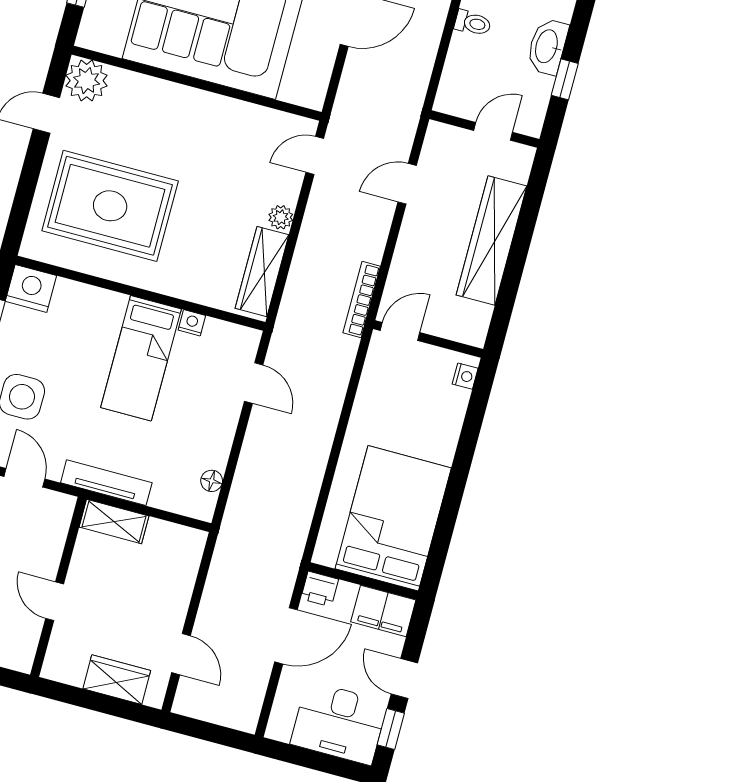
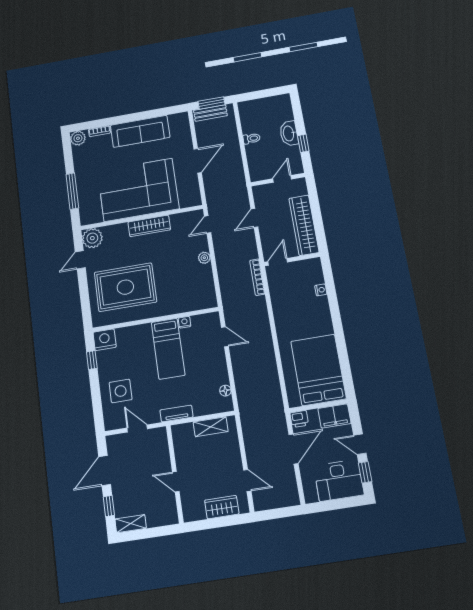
wardrobe: (262, 272) -> (149, 226), moved, turned -90
door: (400, 332) -> (278, 262), moved
wall: (428, 339) -> (292, 259), moved
tv unit: (106, 483) -> (176, 414), width x0.71
shelving: (114, 521) -> (211, 427), moved

